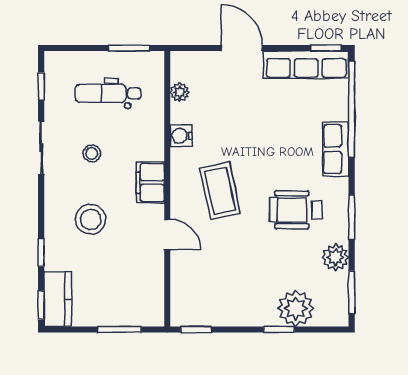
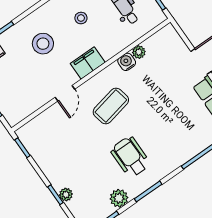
plant: (180, 92) -> (139, 52), moved
row of seats: (336, 149) -> (181, 155), removed
plant: (296, 308) -> (66, 195), width x0.53, depth x0.53

